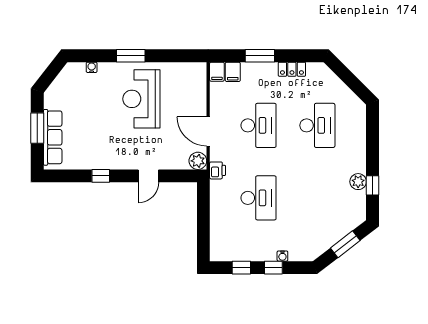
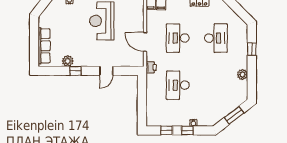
desk: (259, 125) -> (178, 38), turned 180
window: (37, 128) -> (34, 40), removed
plant: (198, 161) -> (68, 61), moved
window: (373, 185) -> (252, 49), moved
desk: (259, 198) -> (178, 85), turned 180

